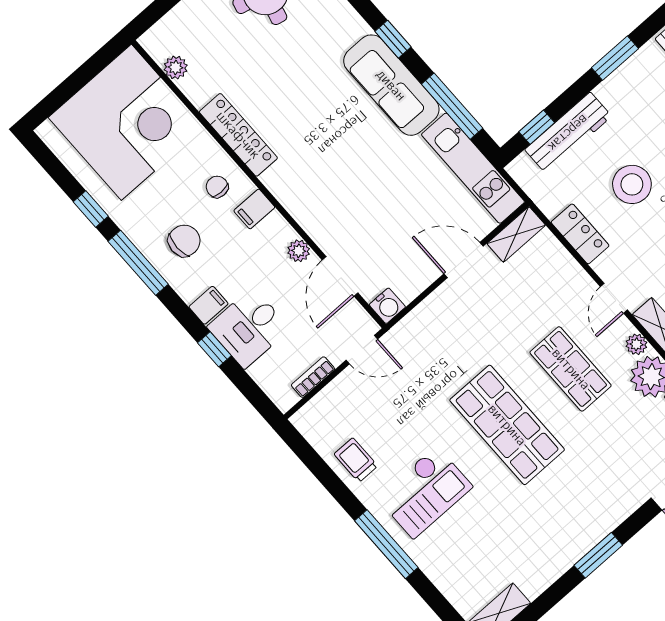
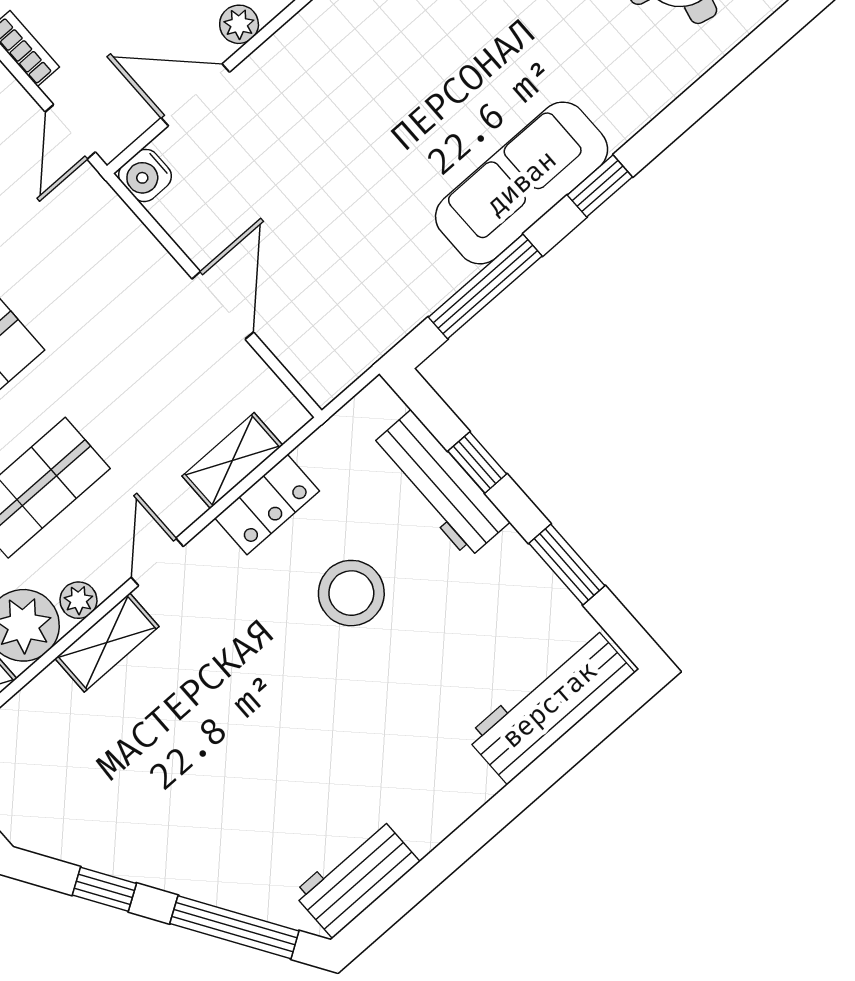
window: (537, 127) -> (477, 463), moved
kitchen unit: (473, 168) -> (379, 322), removed
shelving: (516, 234) -> (232, 461), moved, turned 90
door: (614, 298) -> (157, 562), hinge flipped

